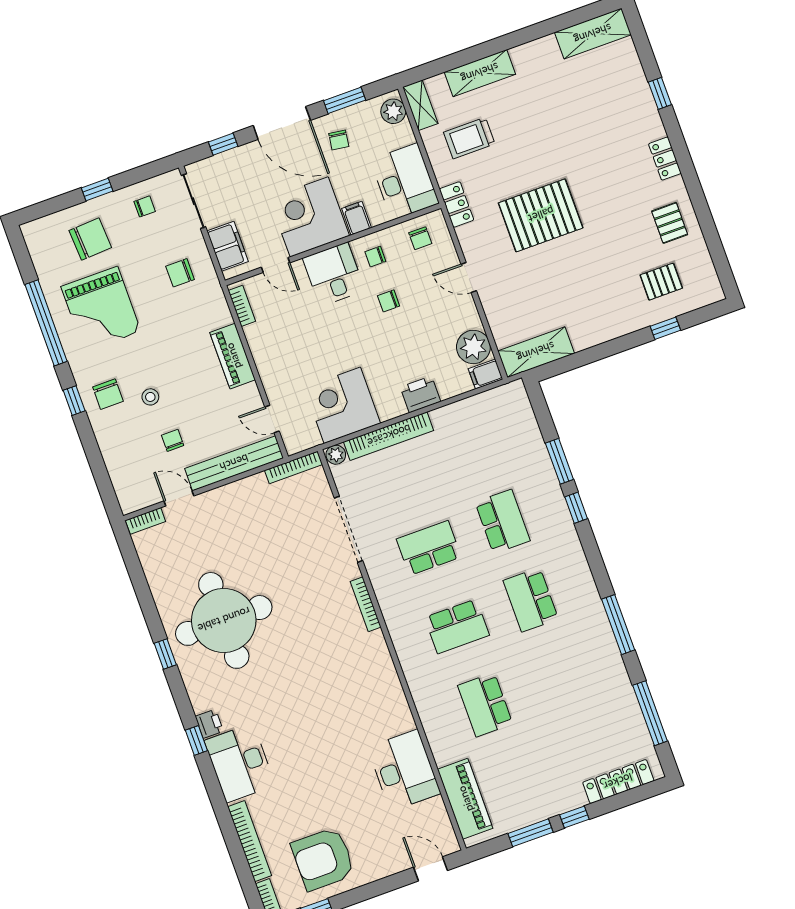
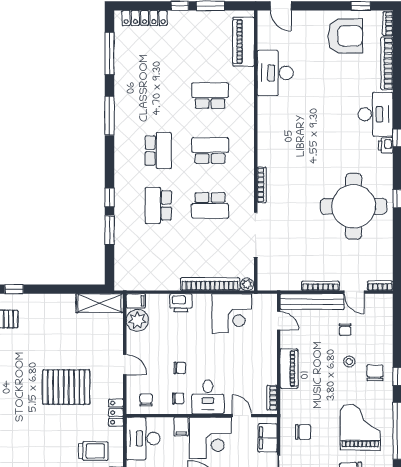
bookcase: (294, 467) -> (320, 286), moved
school desk: (485, 705) -> (210, 96), turned -90

